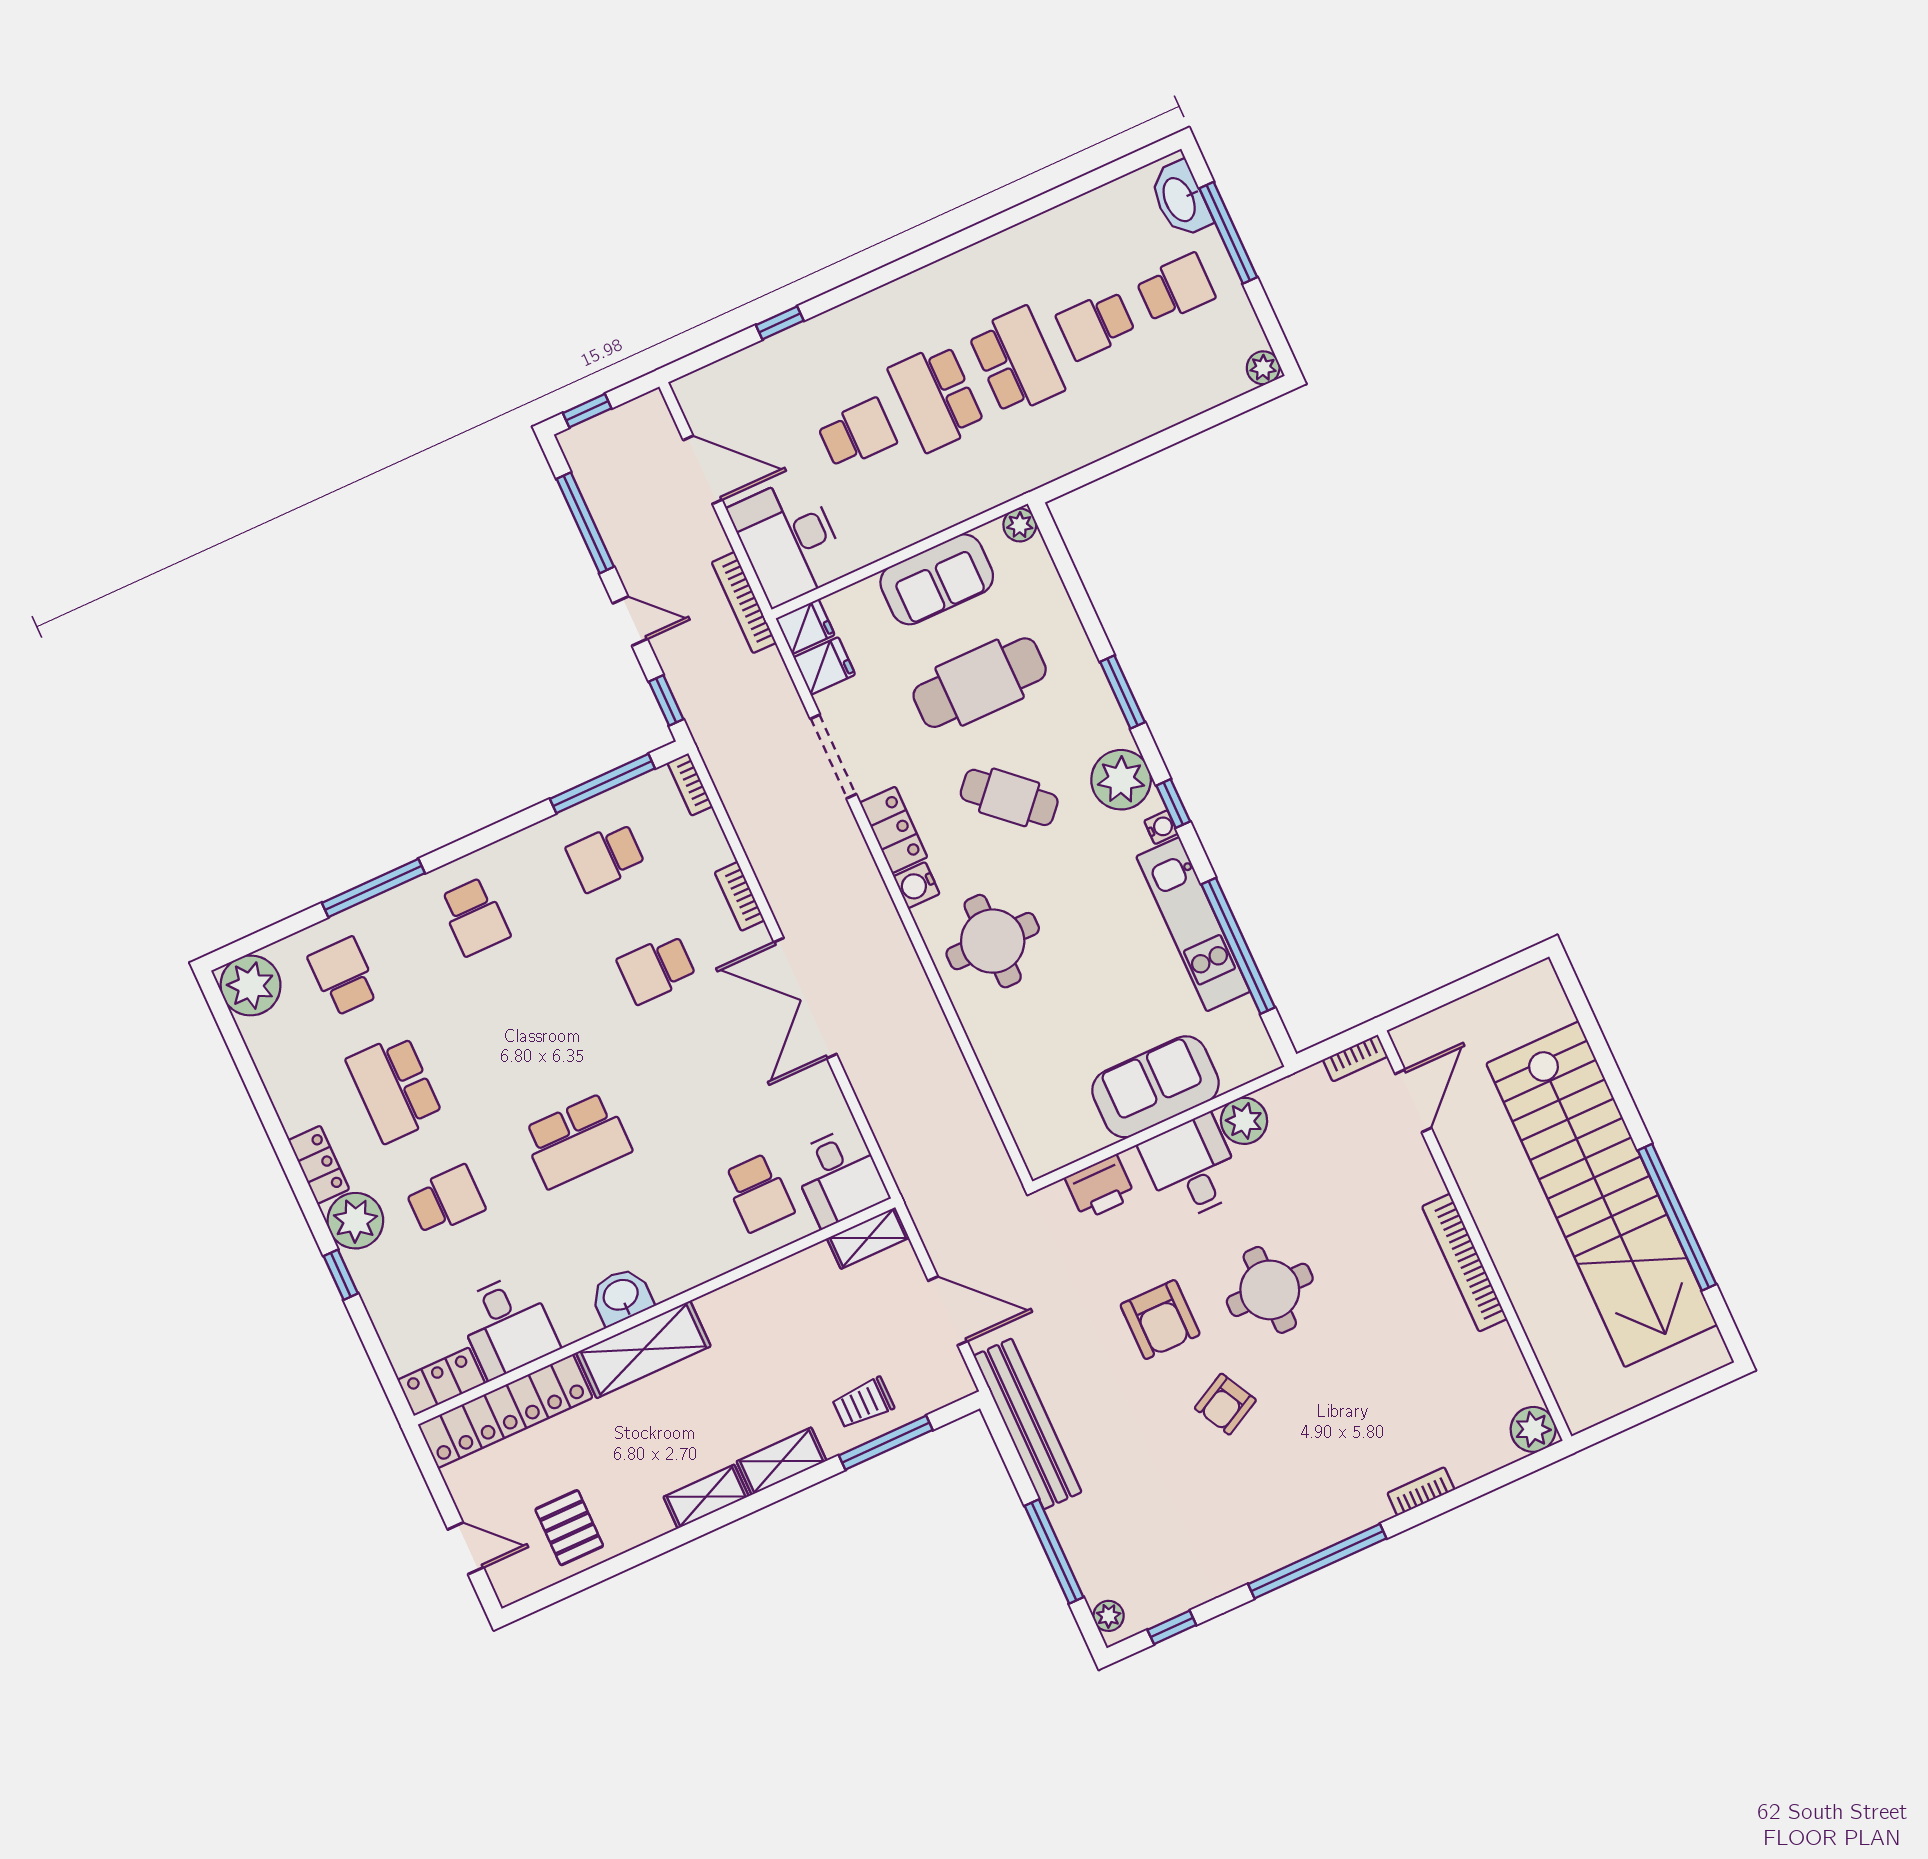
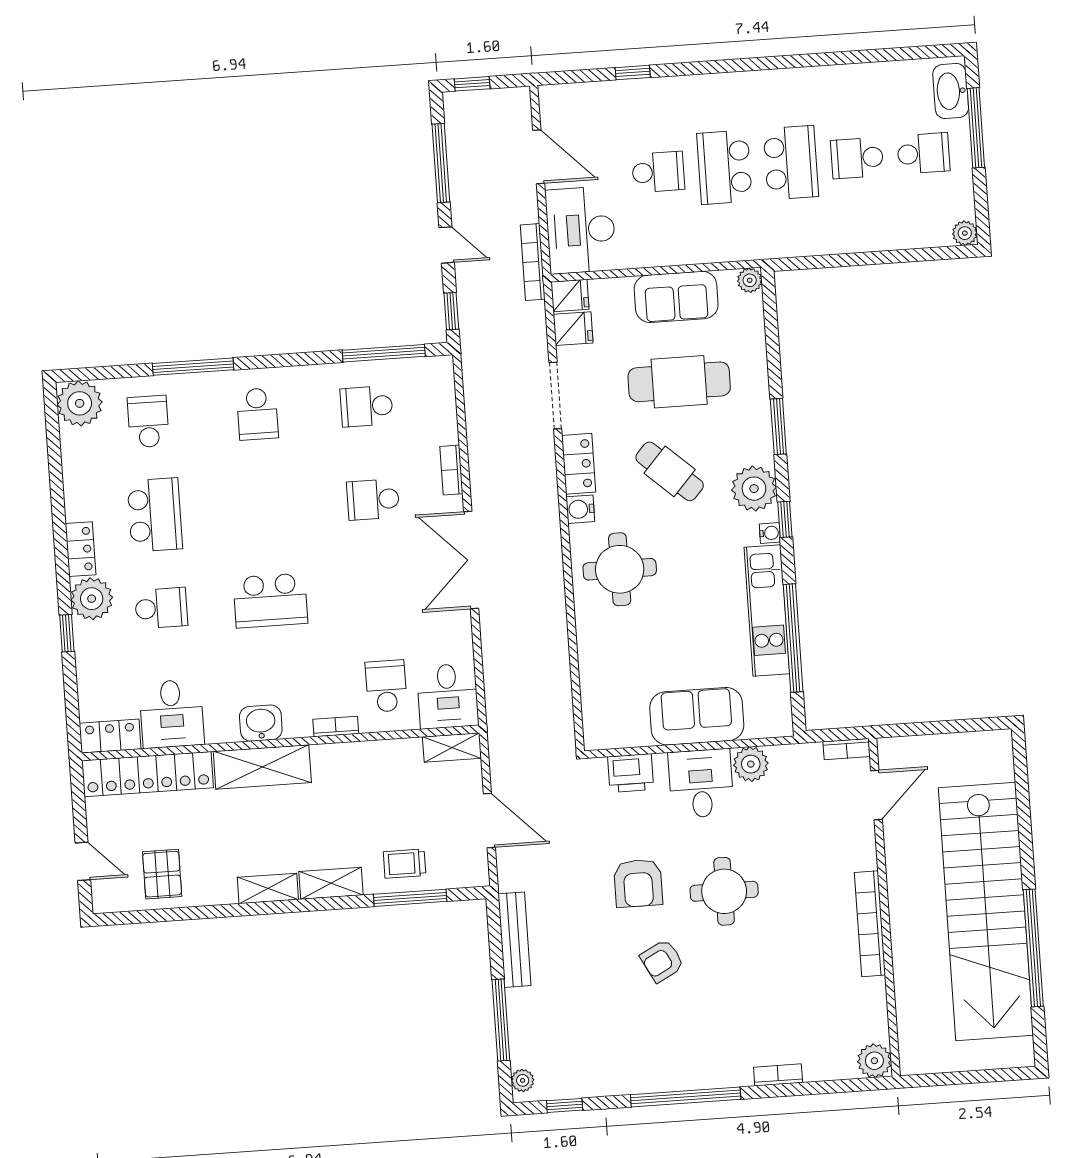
bookcase: (690, 784) -> (336, 727), moved, turned 90
school desk: (395, 1088) -> (155, 515), turned 180
school desk: (759, 1193) -> (386, 686), turned 180
bench: (1028, 1424) -> (514, 940), width x0.73, depth x0.82

